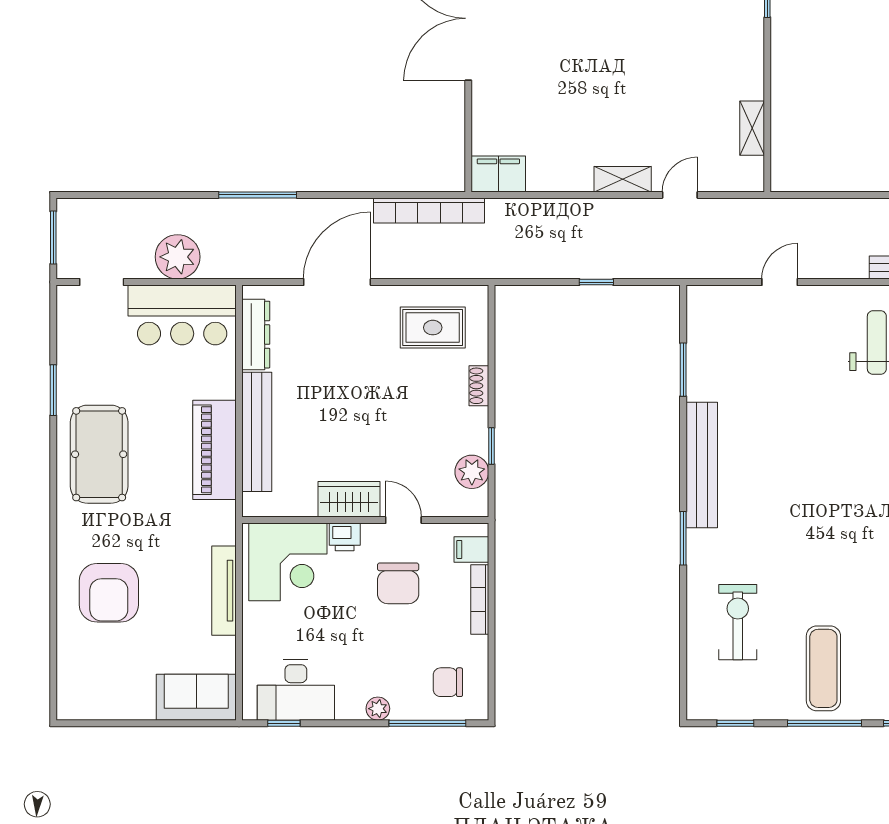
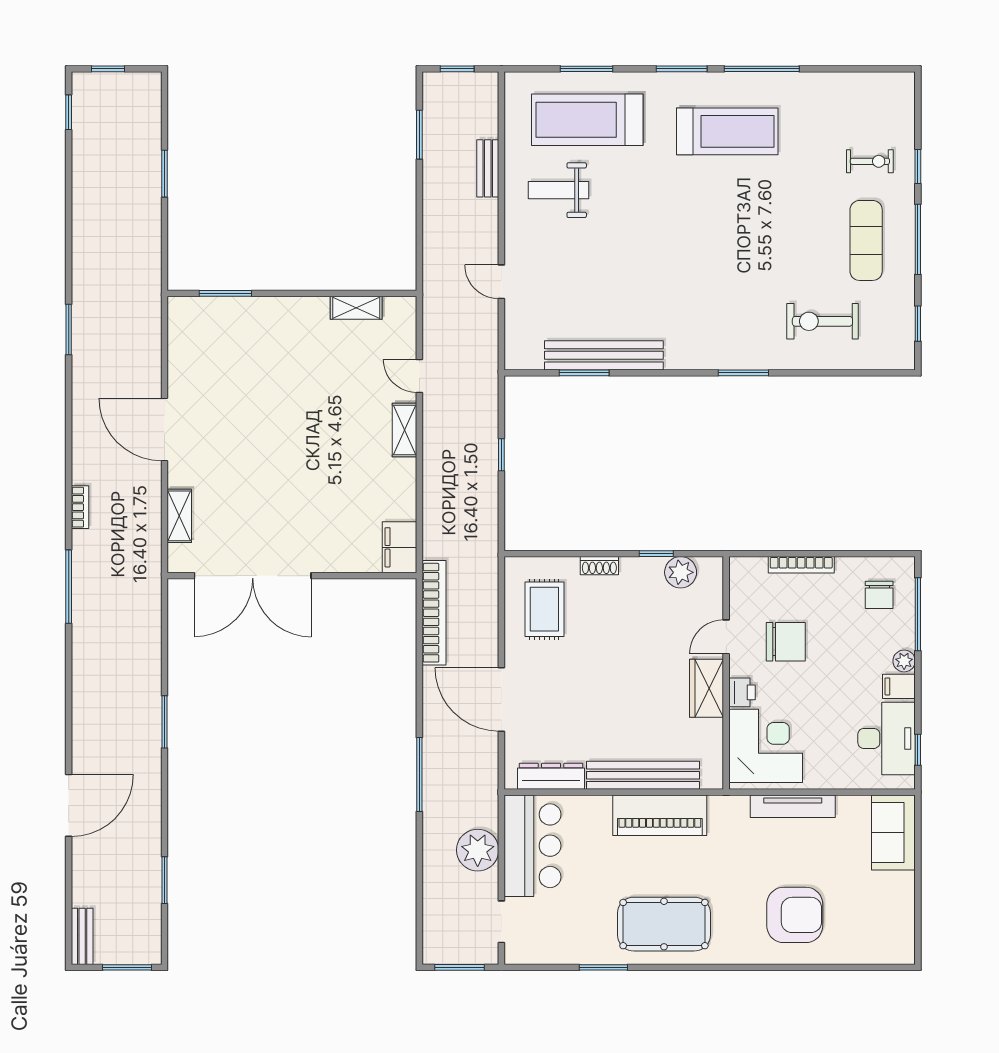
bench: (702, 465) -> (604, 355), moved
filing cabinet: (471, 549) -> (899, 686), moved, turned 90
exercise mat: (823, 668) -> (866, 240), turned 90

